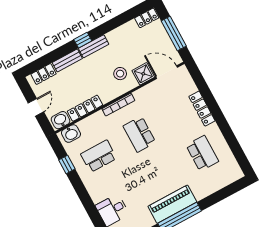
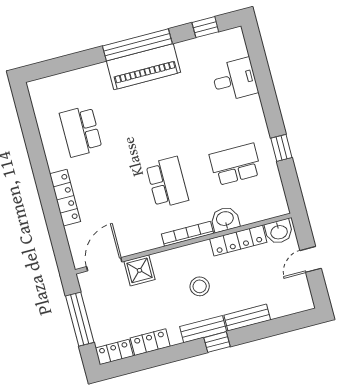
door: (167, 72) -> (104, 264), swing flipped
locker: (44, 74) -> (150, 342), moved
stool: (120, 74) -> (200, 286), moved
washbasin: (71, 134) -> (225, 219), moved
school desk: (99, 156) -> (235, 164), turned 180
window: (67, 164) -> (281, 148), moved

